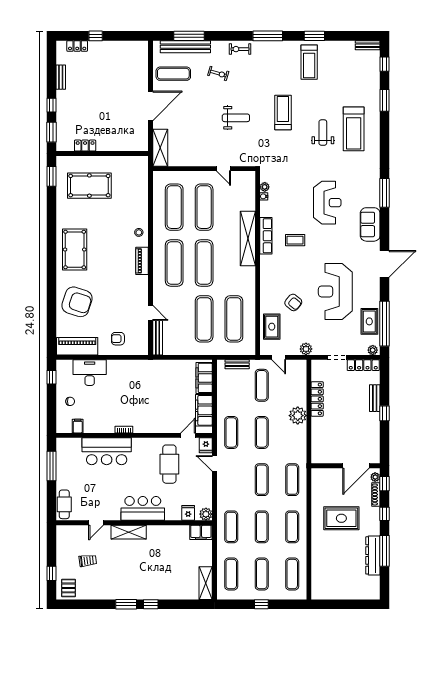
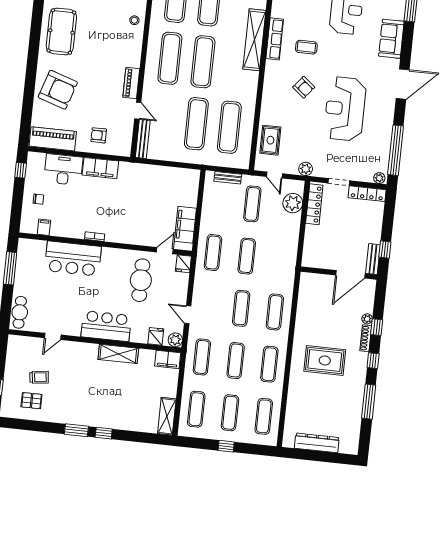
piano: (142, 261) -> (131, 83), moved
armchair: (293, 302) -> (304, 87), moved
rug: (369, 321) -> (379, 146), removed
filing cabinet: (204, 378) -> (100, 168), moved, turned -90
bench: (375, 398) -> (373, 259), moved
locker: (317, 399) -> (314, 204), moved
plant: (298, 416) -> (293, 203), moved
door: (214, 463) -> (188, 315), moved
wall: (346, 466) -> (339, 273), moved
door: (356, 466) -> (350, 274), moved
shelving: (129, 532) -> (118, 354), moved
dresser: (373, 555) -> (317, 443), moved, turned 90
pallet: (69, 588) -> (31, 401), moved, turned 90

